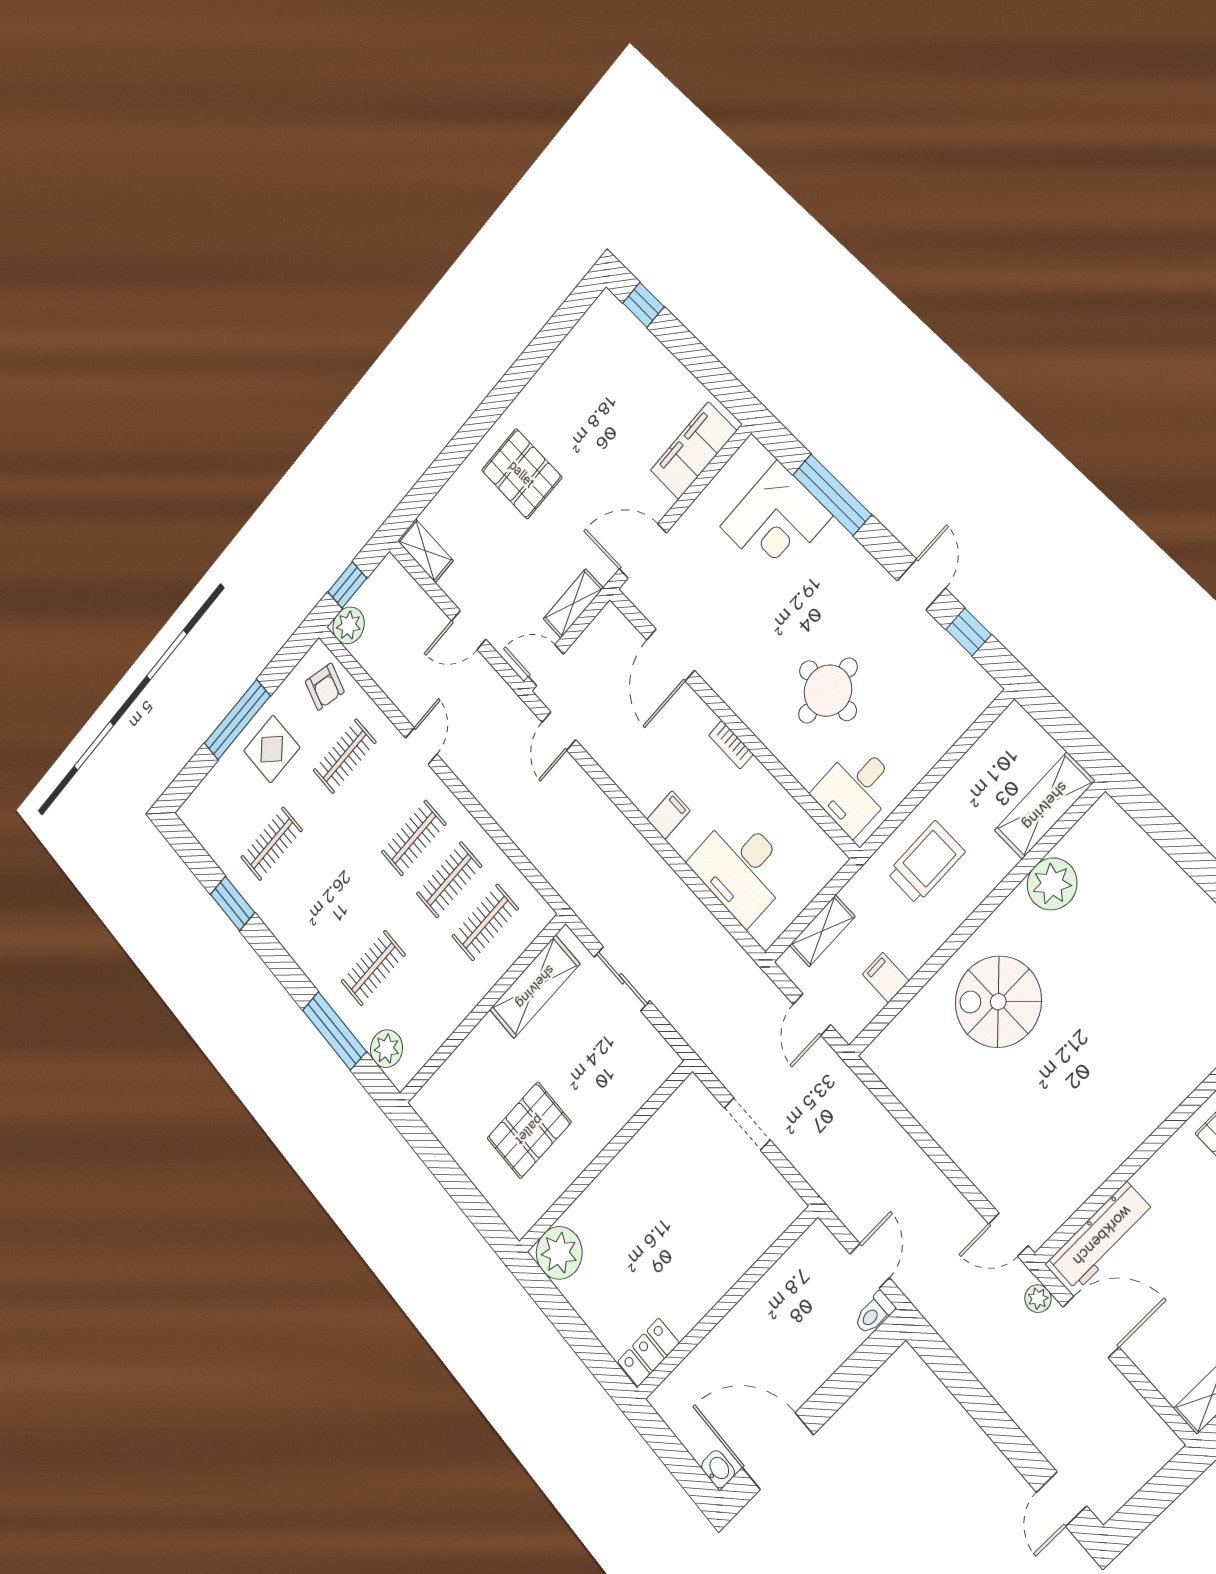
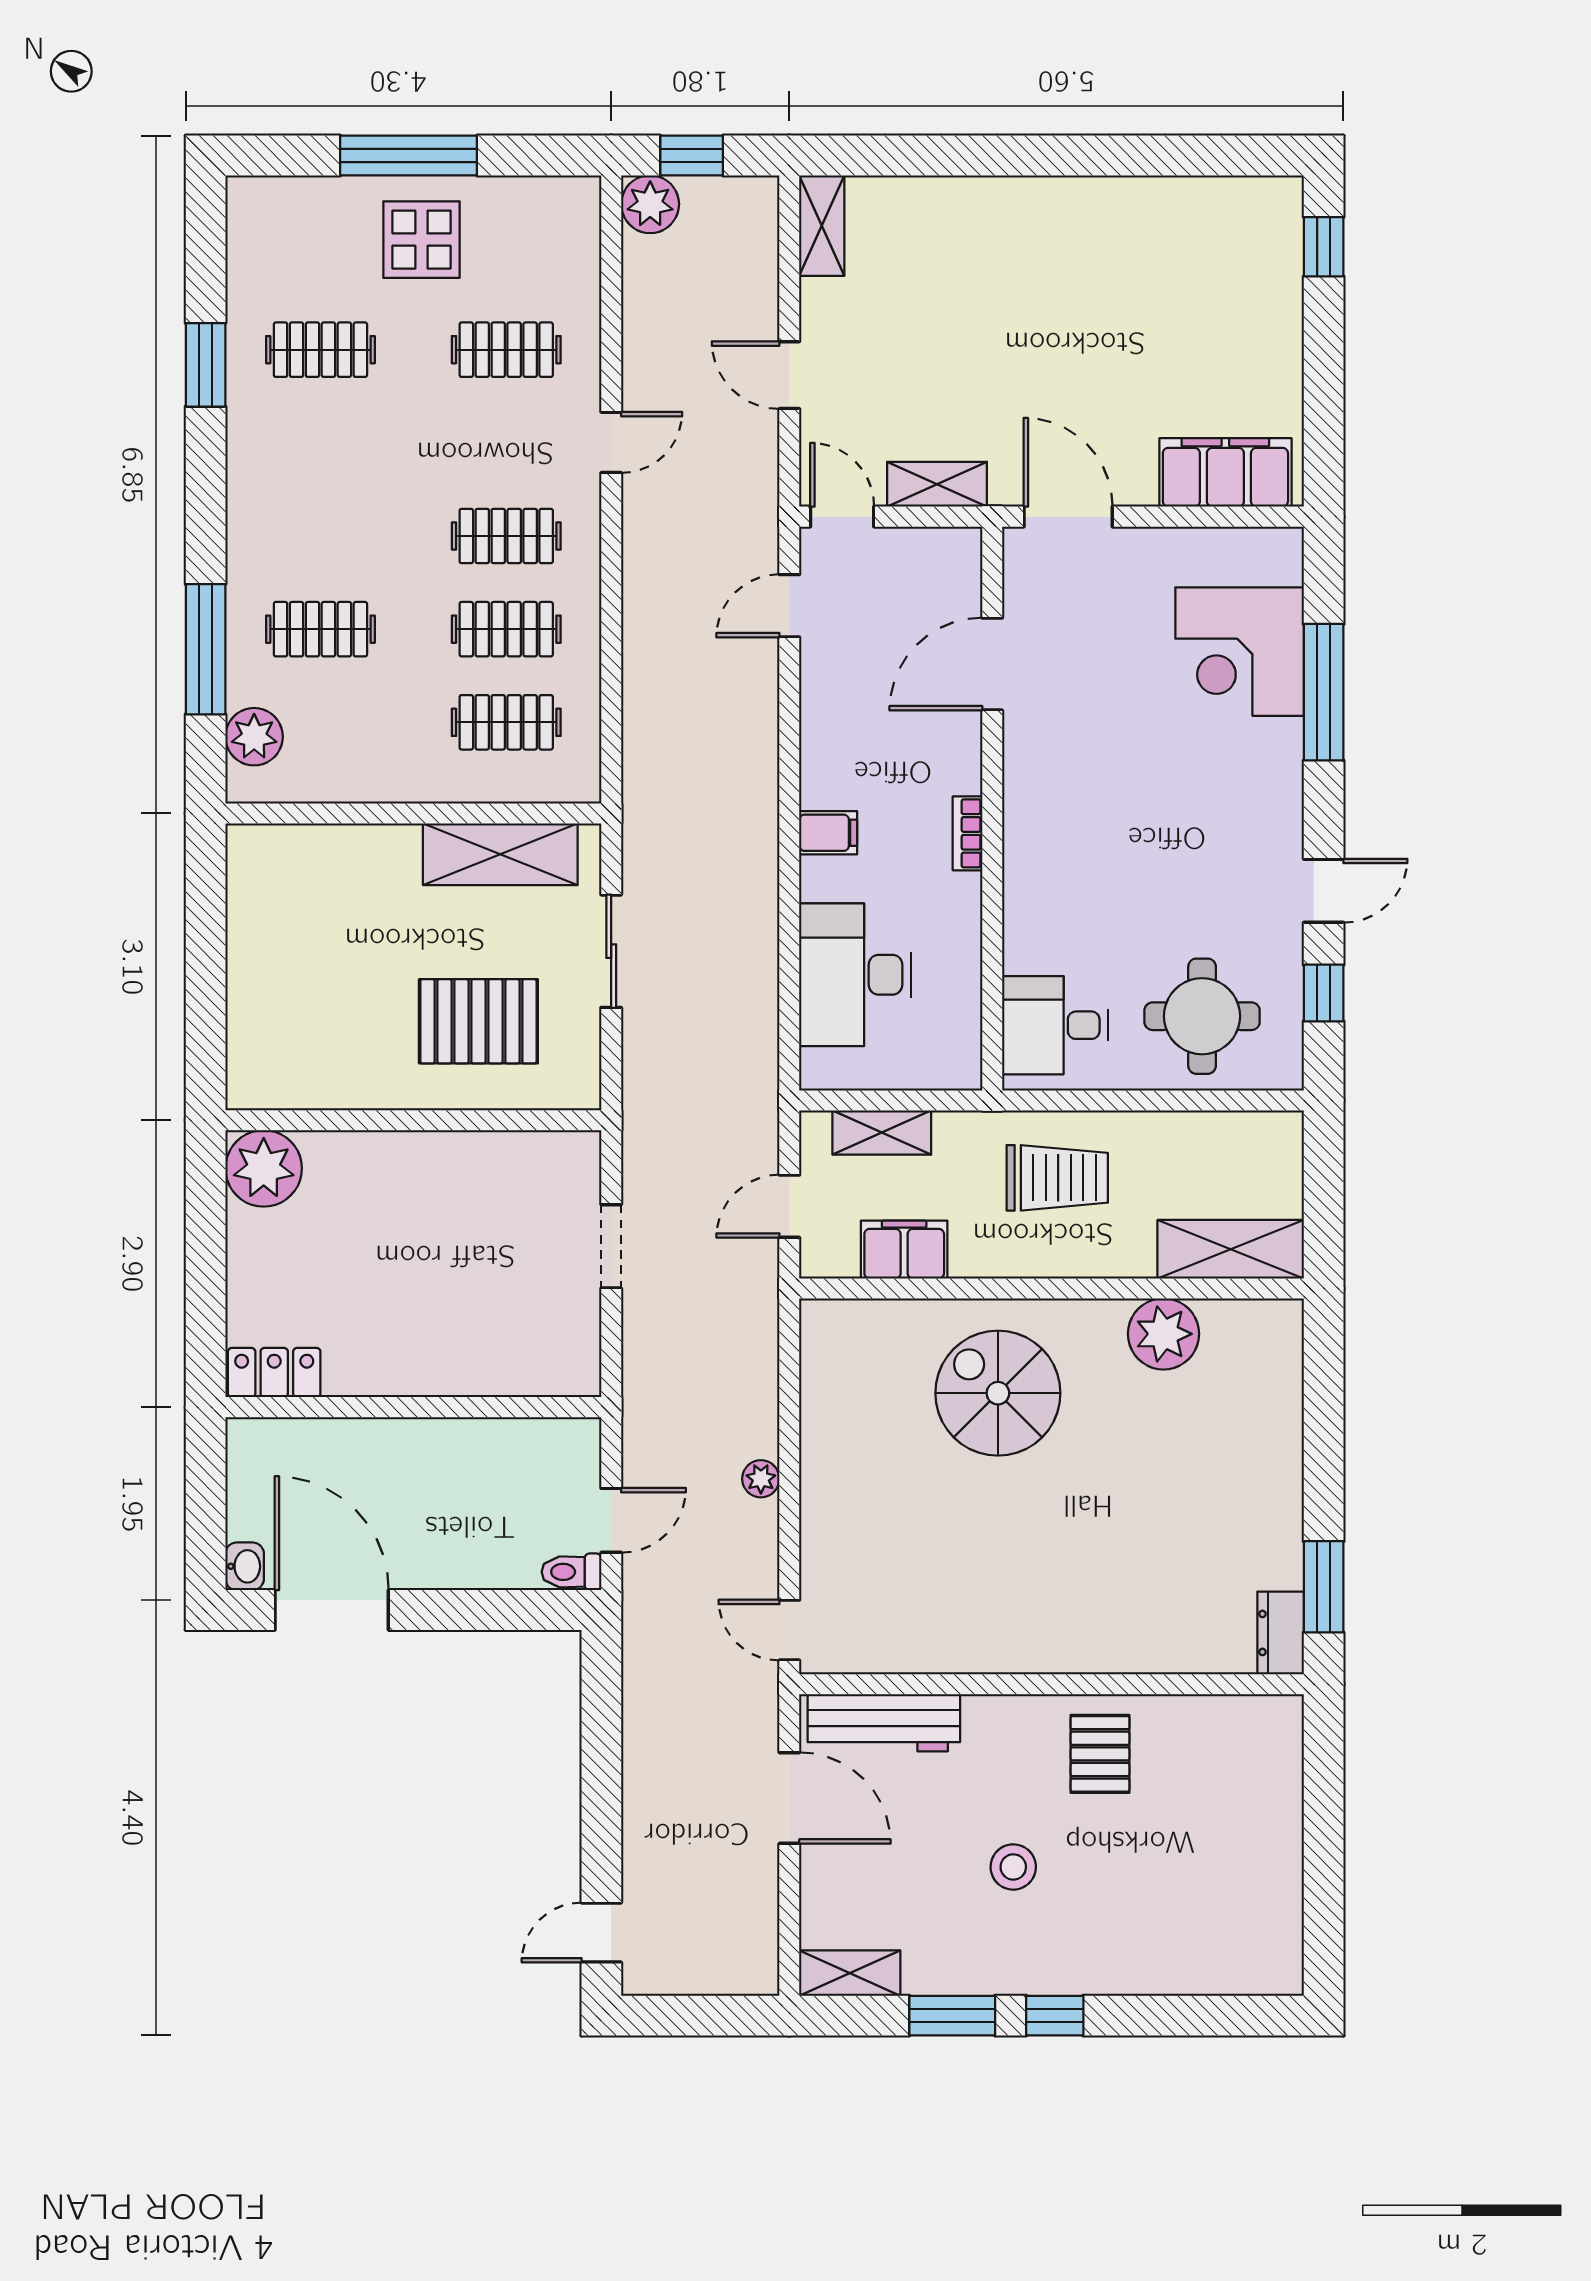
pallet: (522, 474) -> (1014, 271), removed
armchair: (325, 687) -> (555, 242), removed
round table: (828, 691) -> (1202, 1016), moved
filing cabinet: (886, 978) -> (904, 1250), width x2.00
pallet: (529, 1130) -> (478, 1021), moved
plant: (1038, 1299) -> (761, 1479), moved

